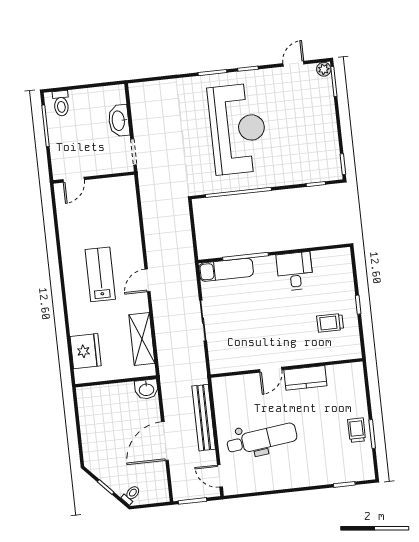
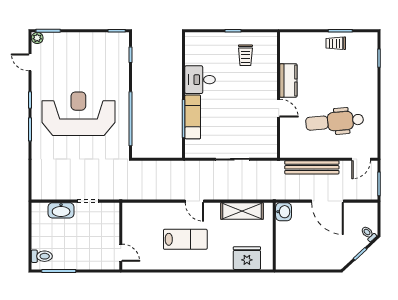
wall: (94, 177) -> (121, 236), moved
door: (74, 180) -> (121, 253), moved
exam couch: (226, 270) -> (193, 117), moved
lab bench: (100, 274) -> (185, 239), turned 180
dental chair: (262, 439) -> (335, 122), turned -88

